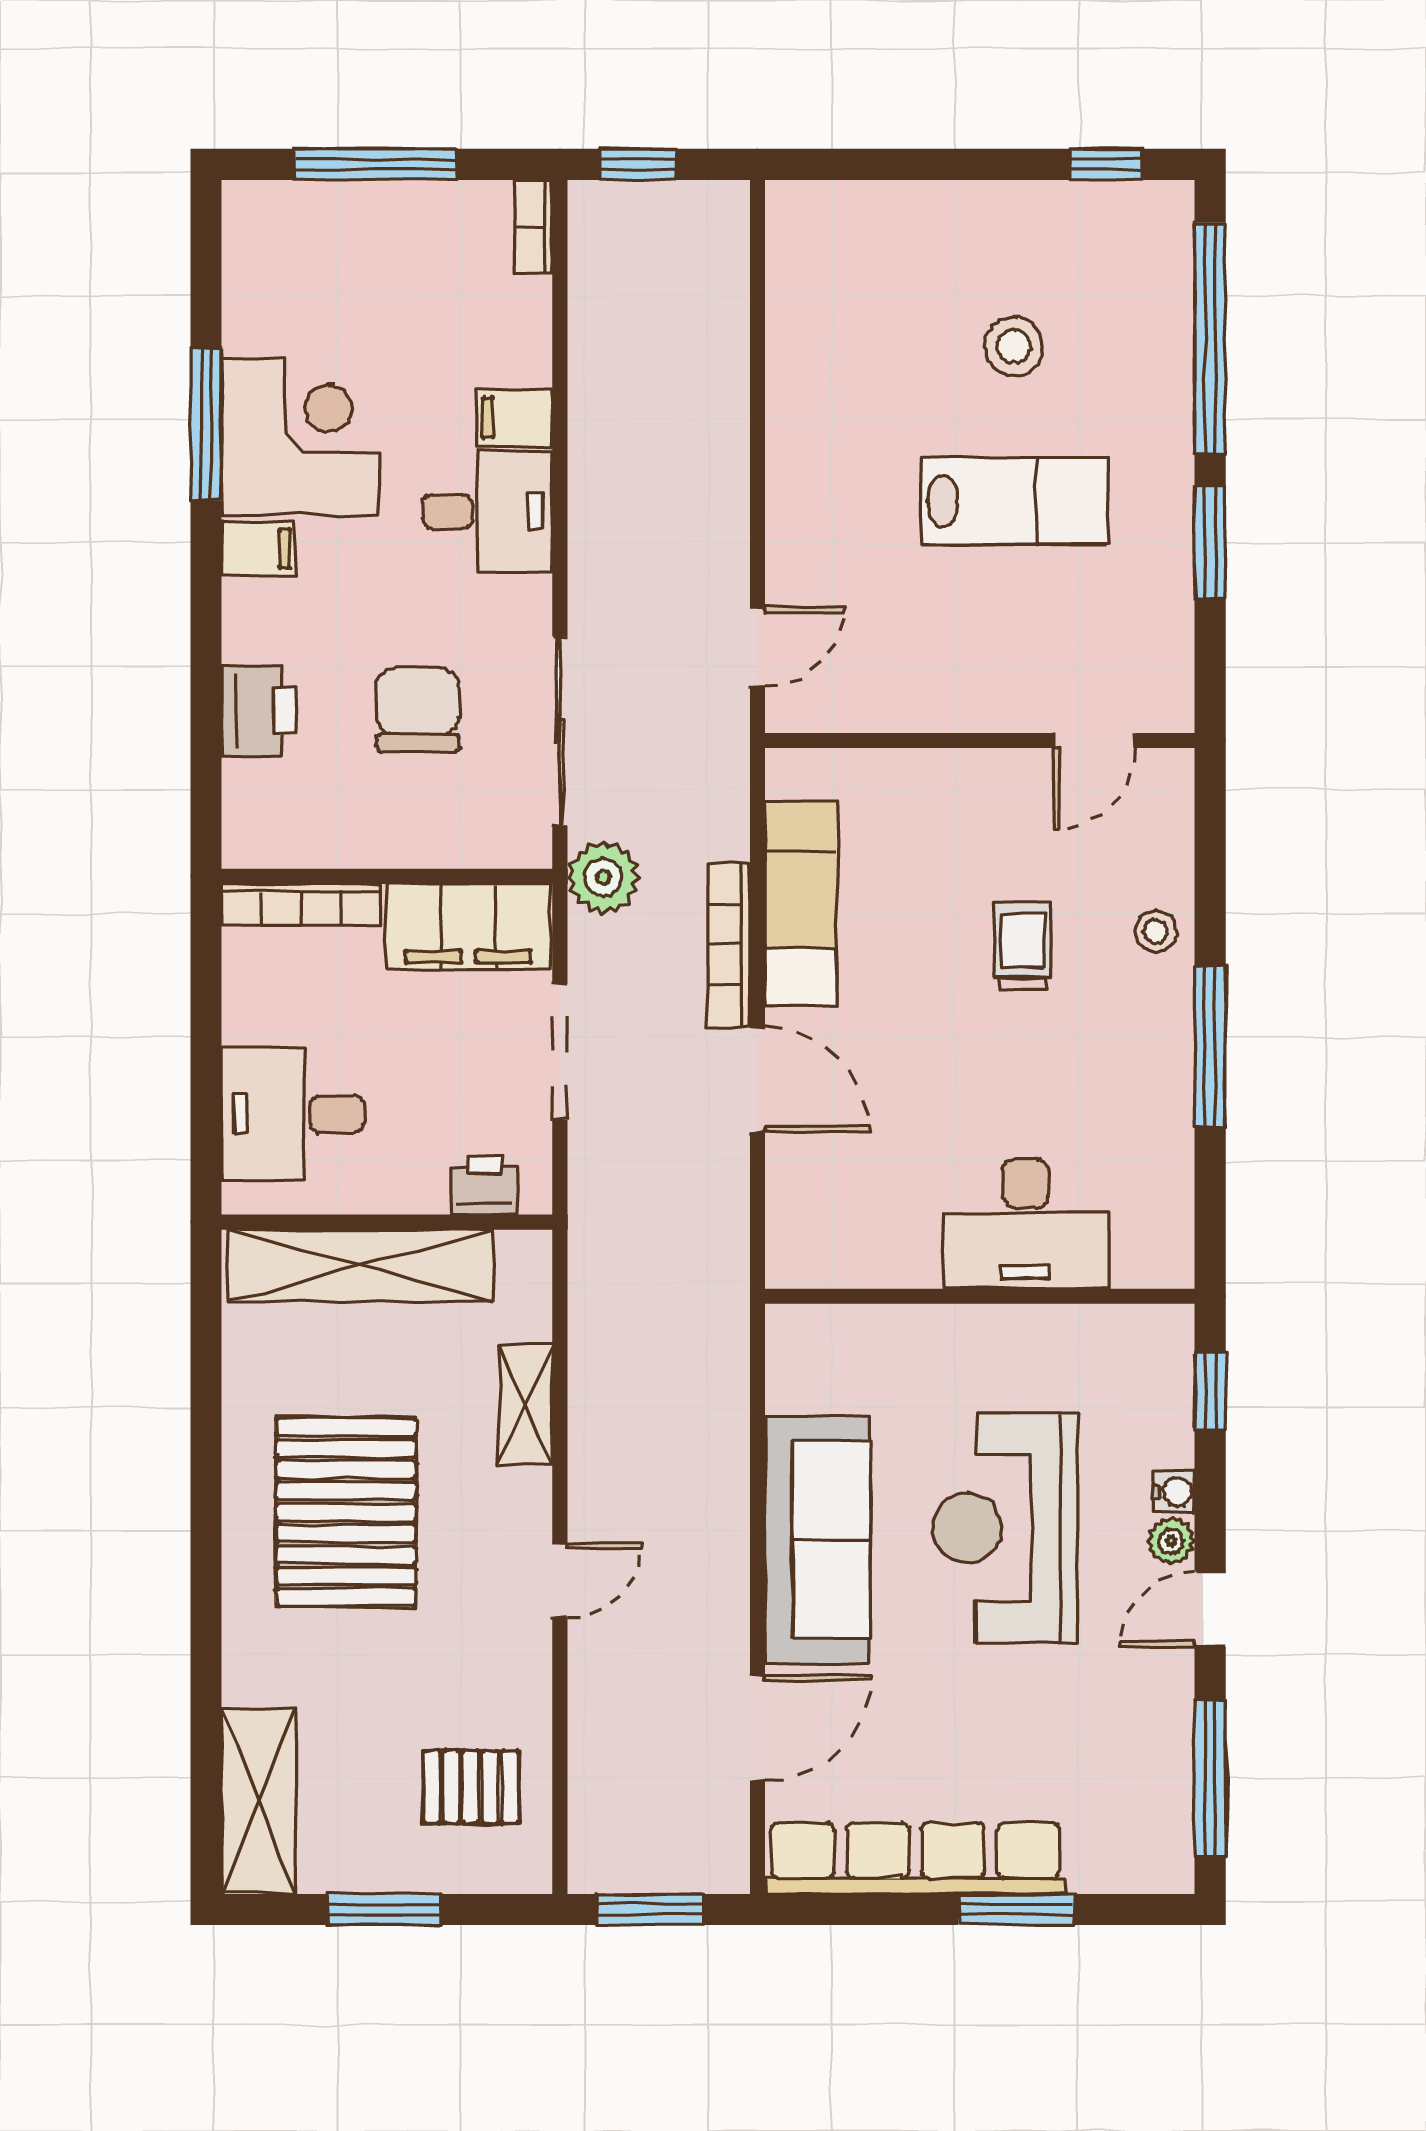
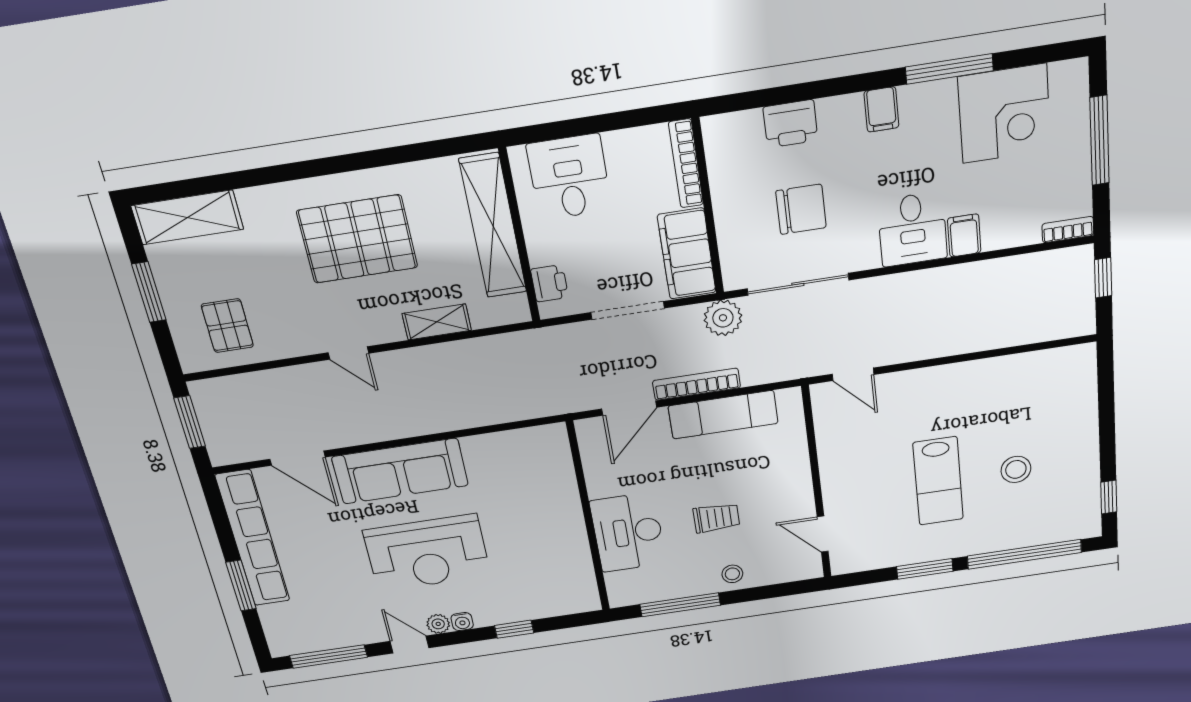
corner desk: (300, 437) -> (1004, 114), moved
desk: (1025, 1224) -> (628, 532), moved
wall: (980, 1296) -> (588, 518), moved
reception desk: (1005, 1528) -> (427, 553), turned 180

